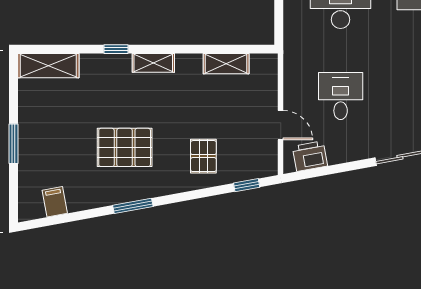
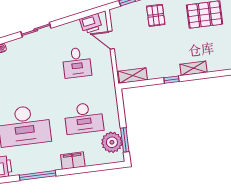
window: (116, 49) -> (171, 80), moved
shelving: (226, 64) -> (133, 76), moved

